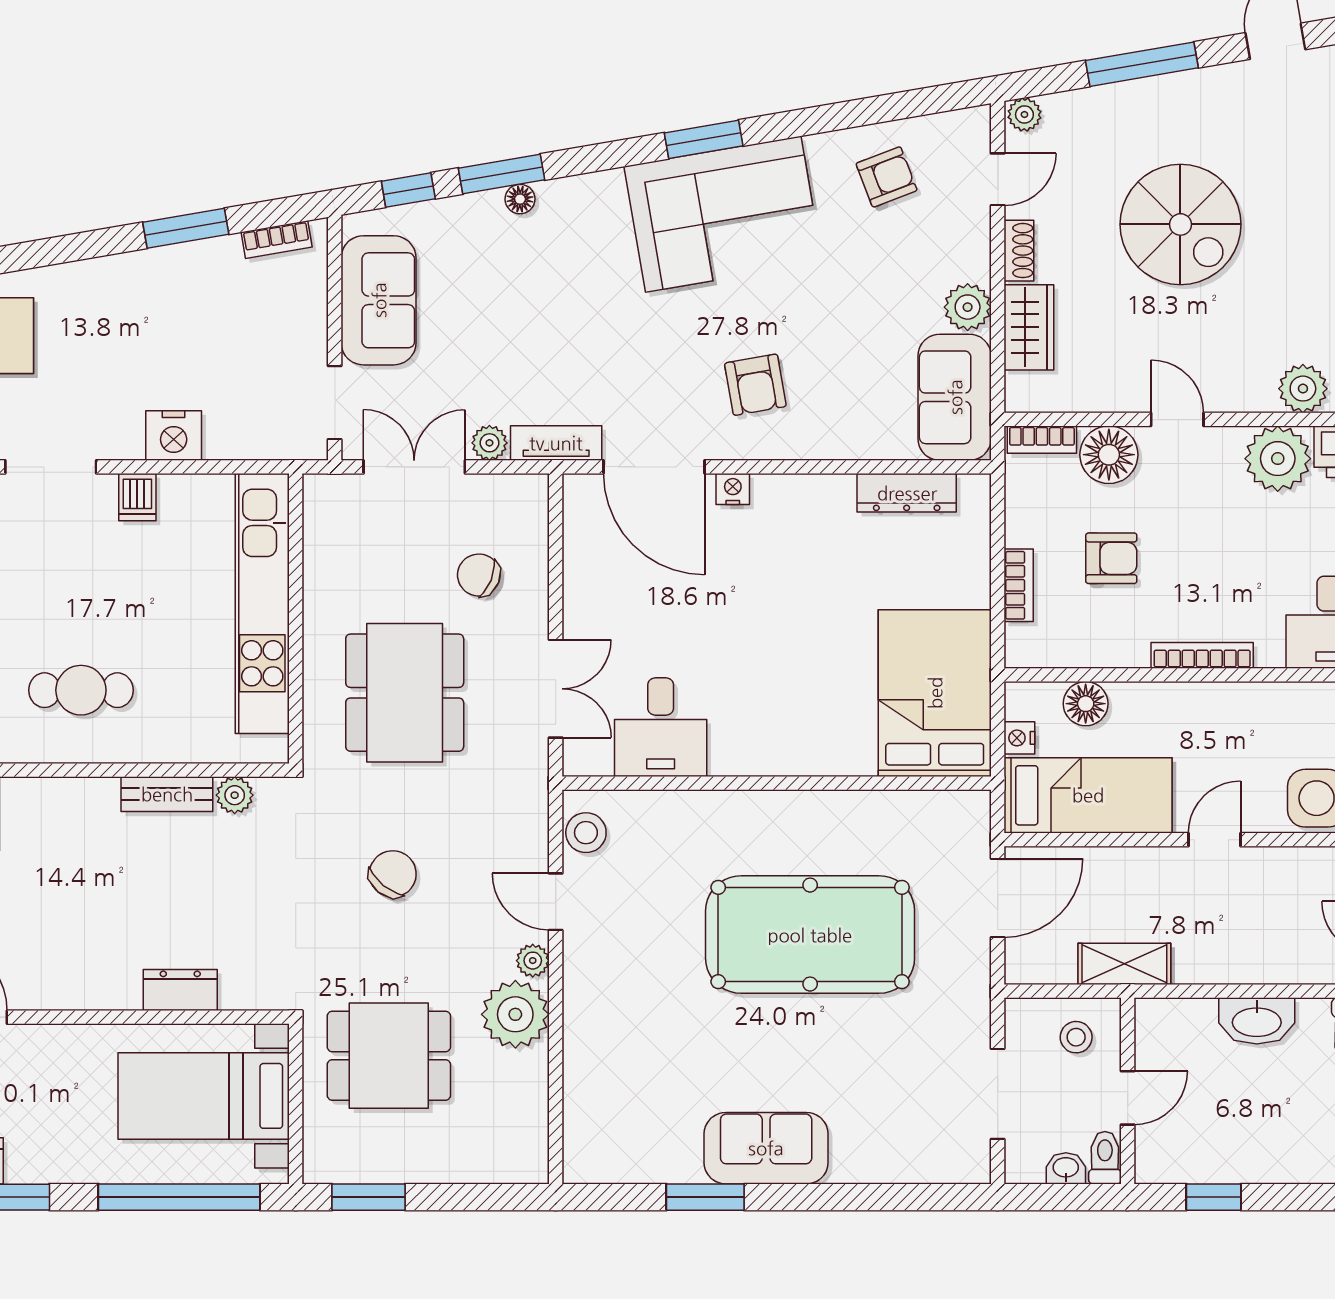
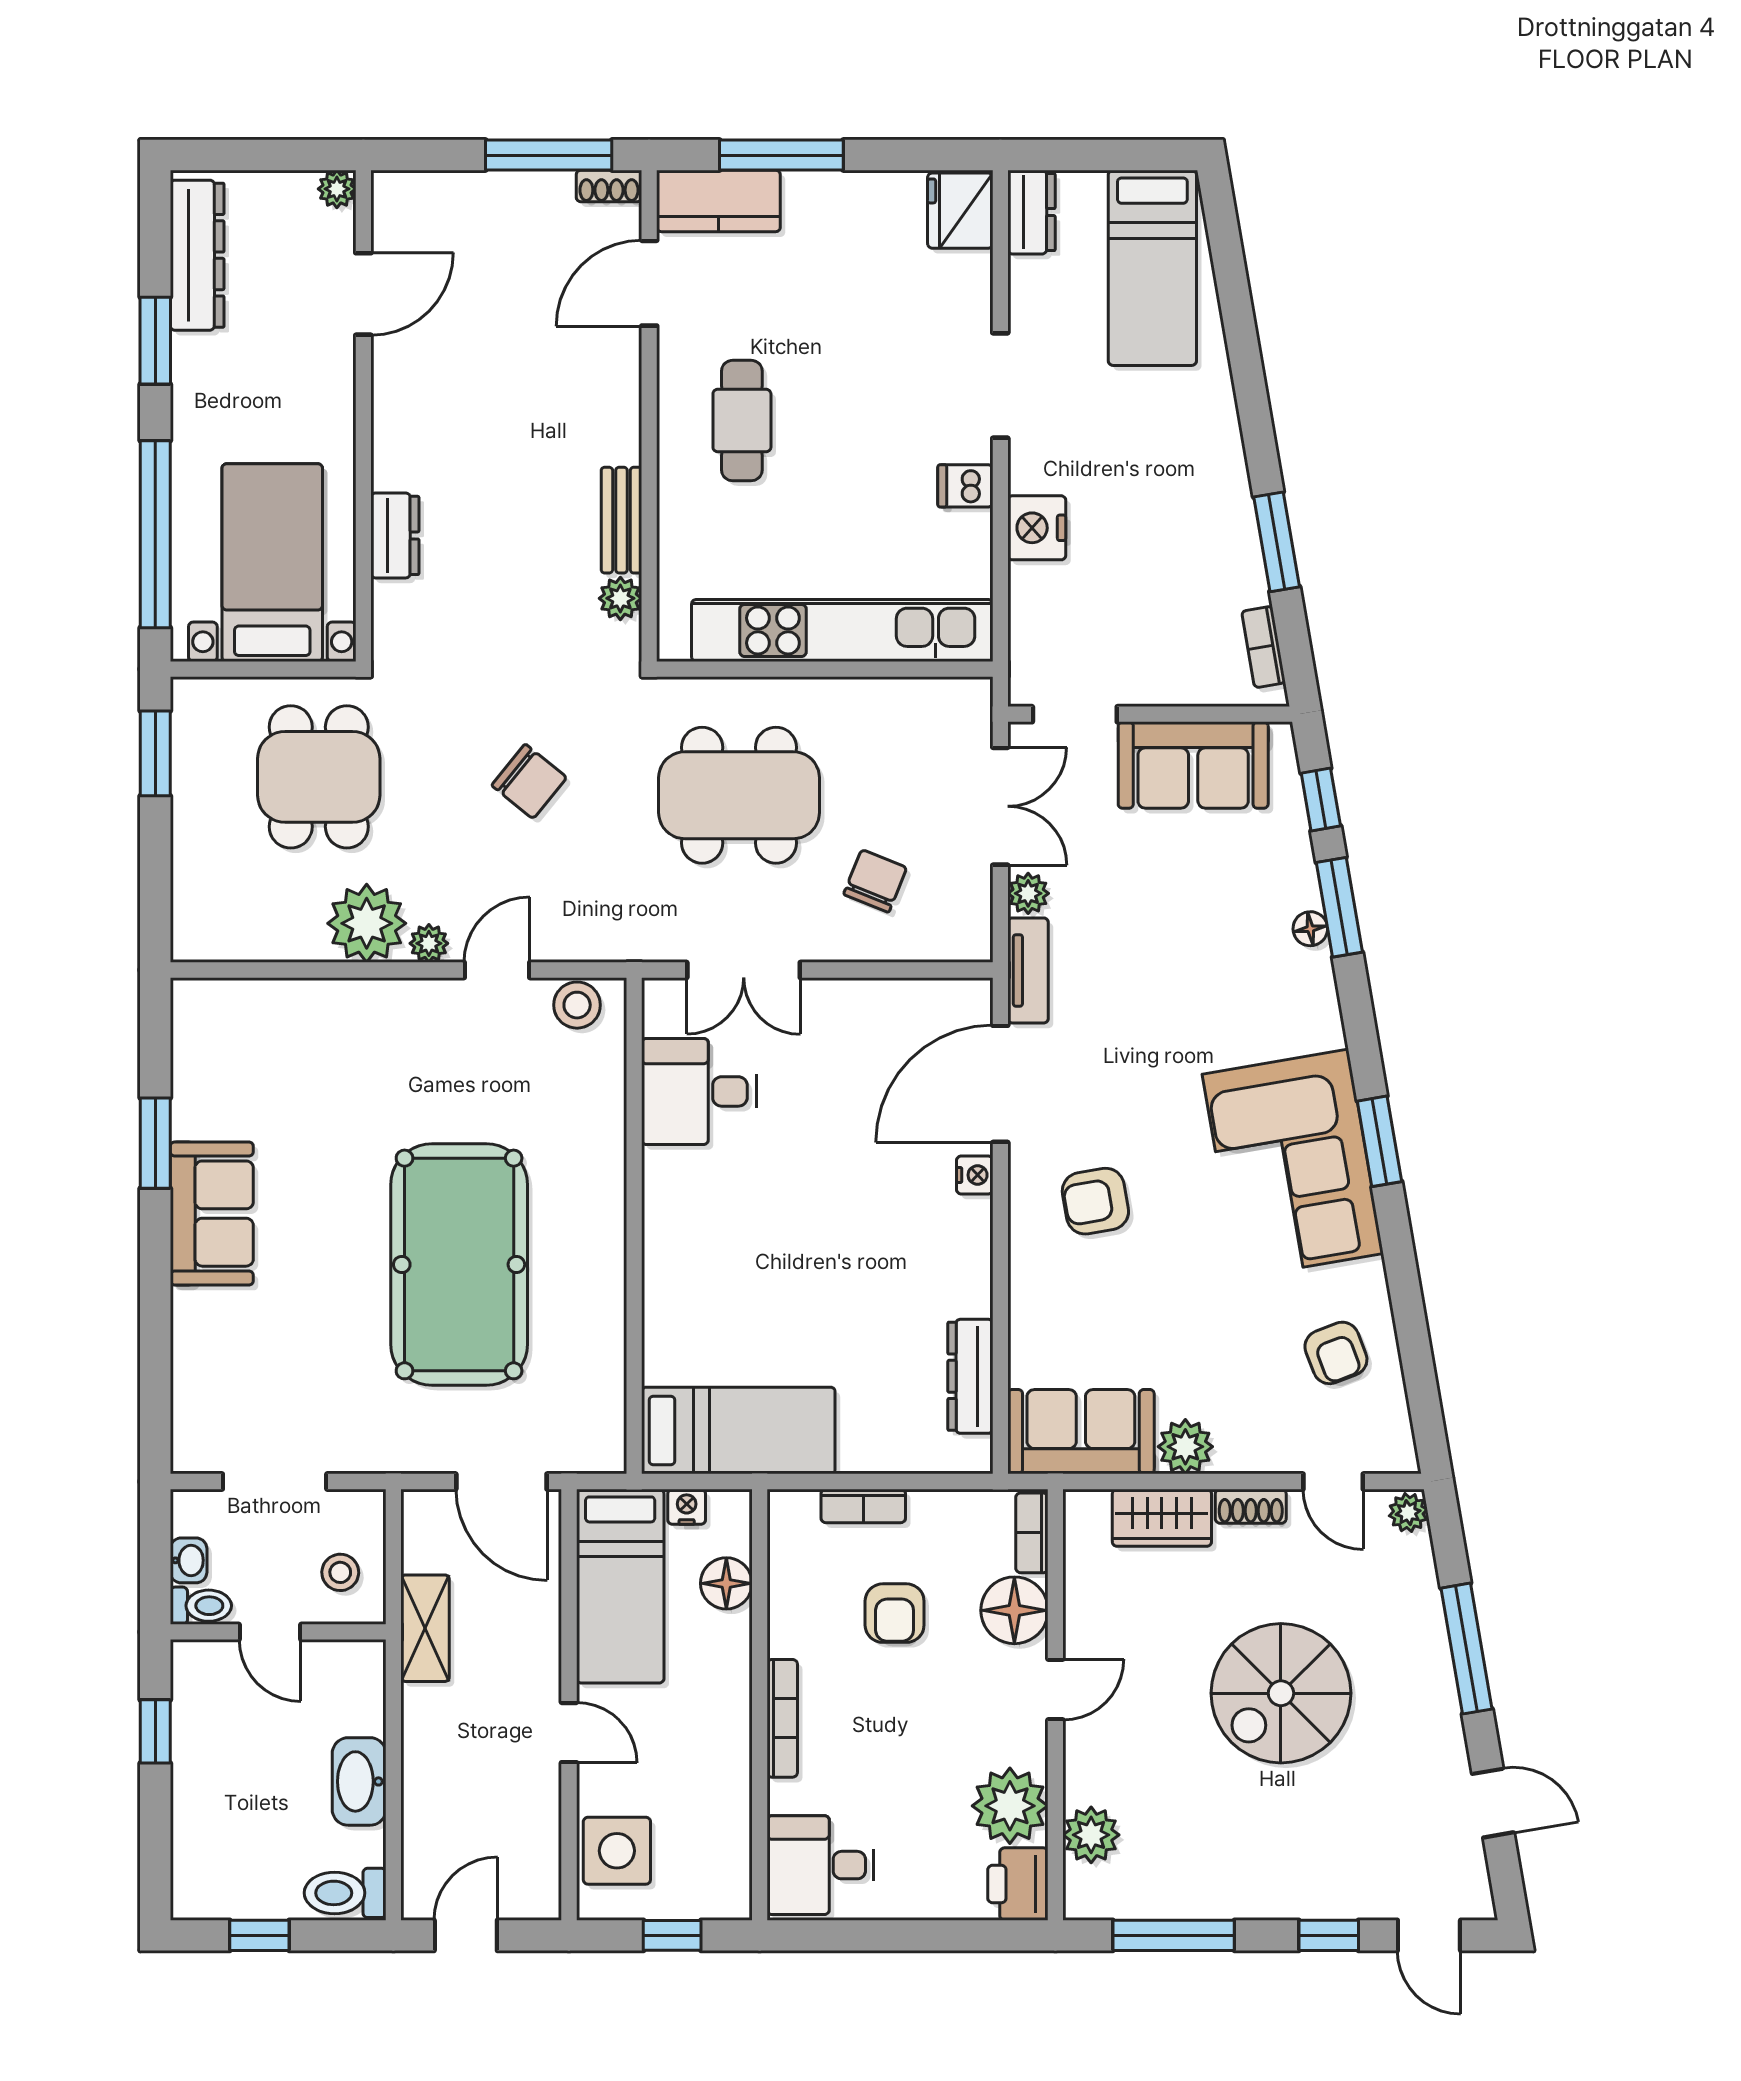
bed: (935, 693) -> (738, 1430), width x0.67

